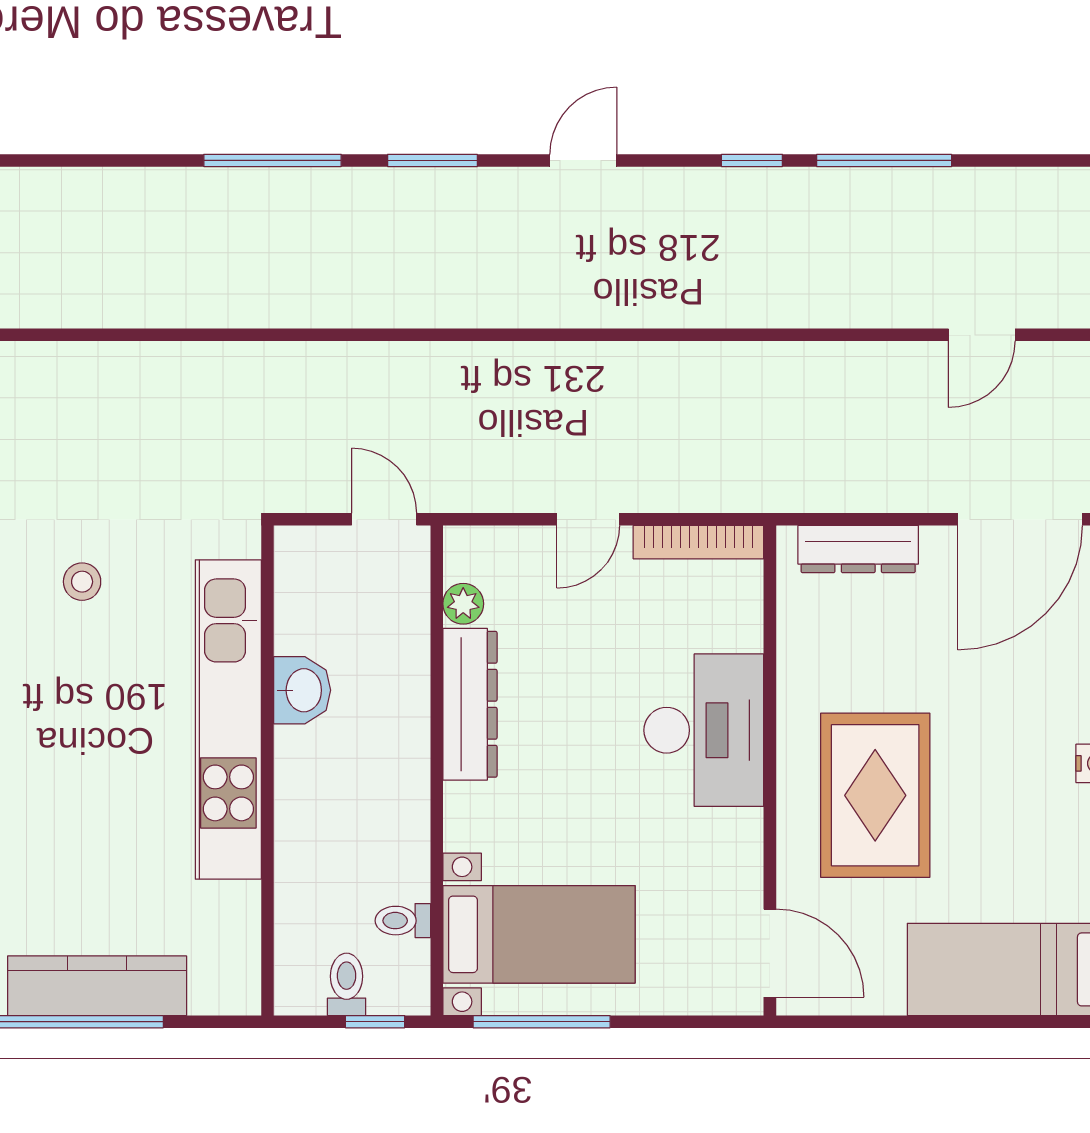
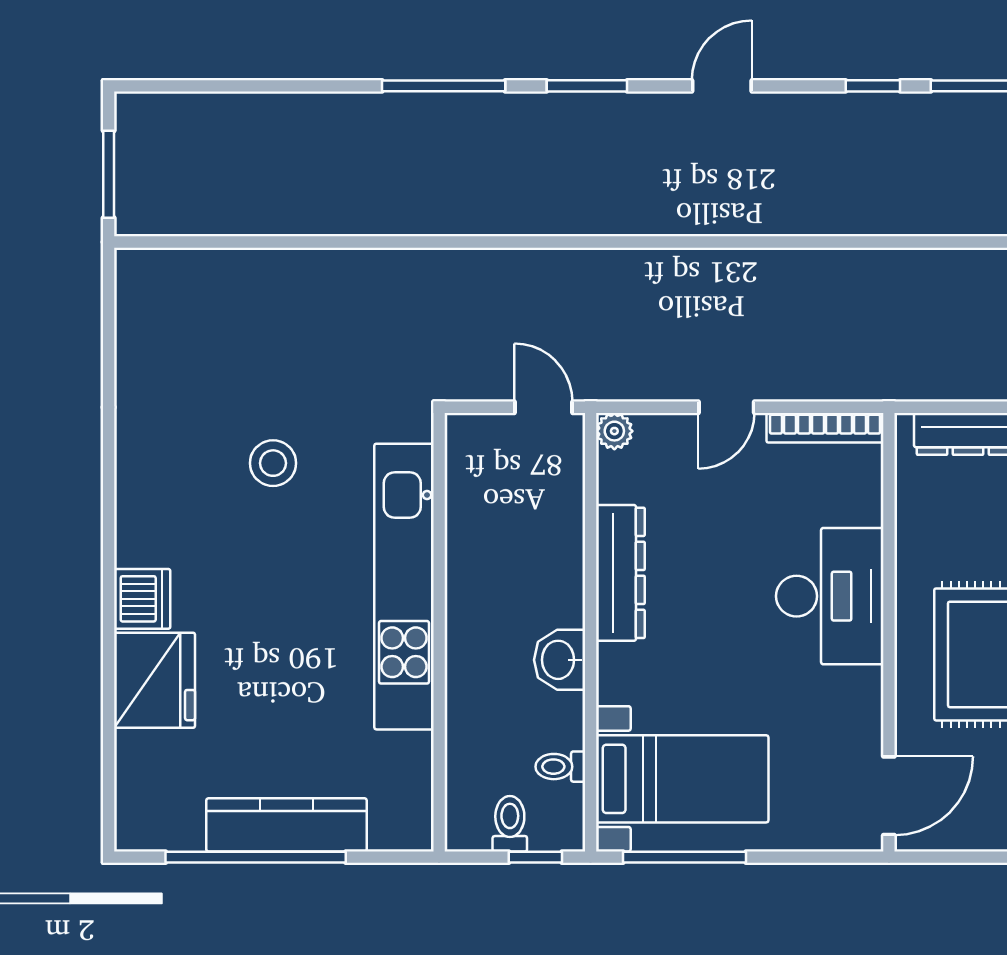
stool: (82, 582) -> (273, 463), width x1.37, depth x1.37
plant: (463, 604) -> (614, 431), moved
washbasin: (302, 690) -> (560, 660), moved, turned 180
door: (770, 953) -> (889, 796), hinge flipped

